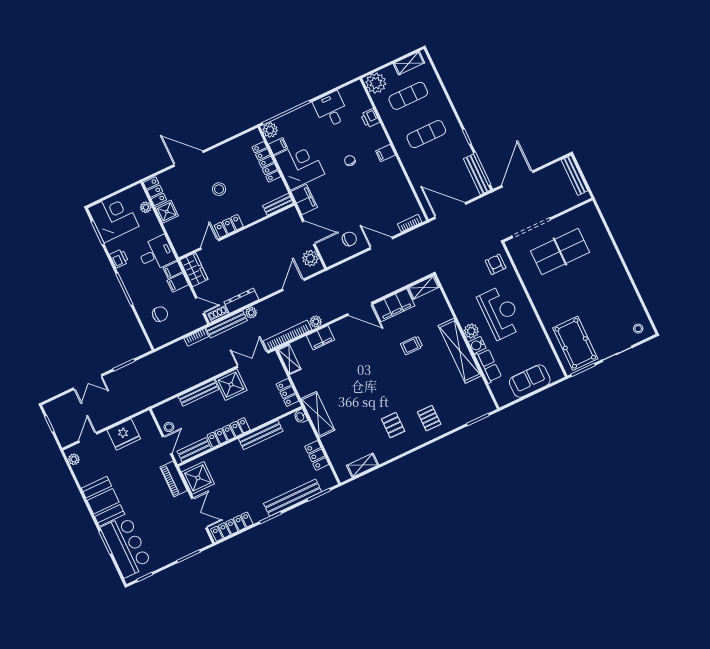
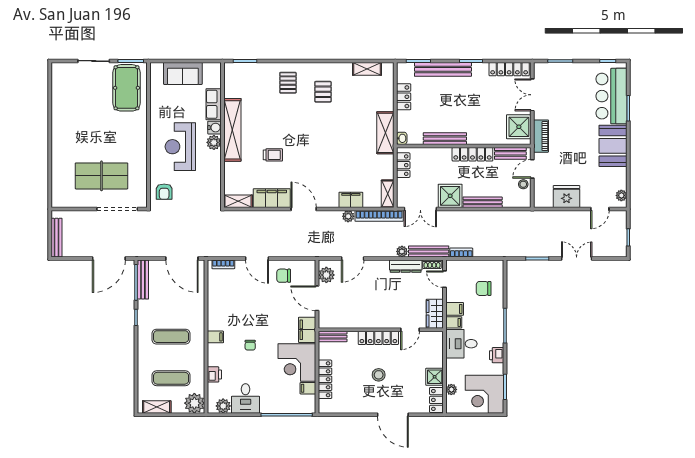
plant: (270, 130) -> (223, 406), moved
locker: (229, 226) -> (378, 338), width x1.53
stool: (638, 329) -> (64, 74), removed

